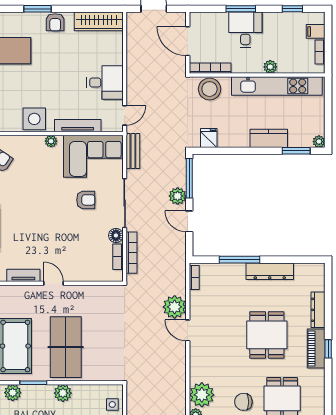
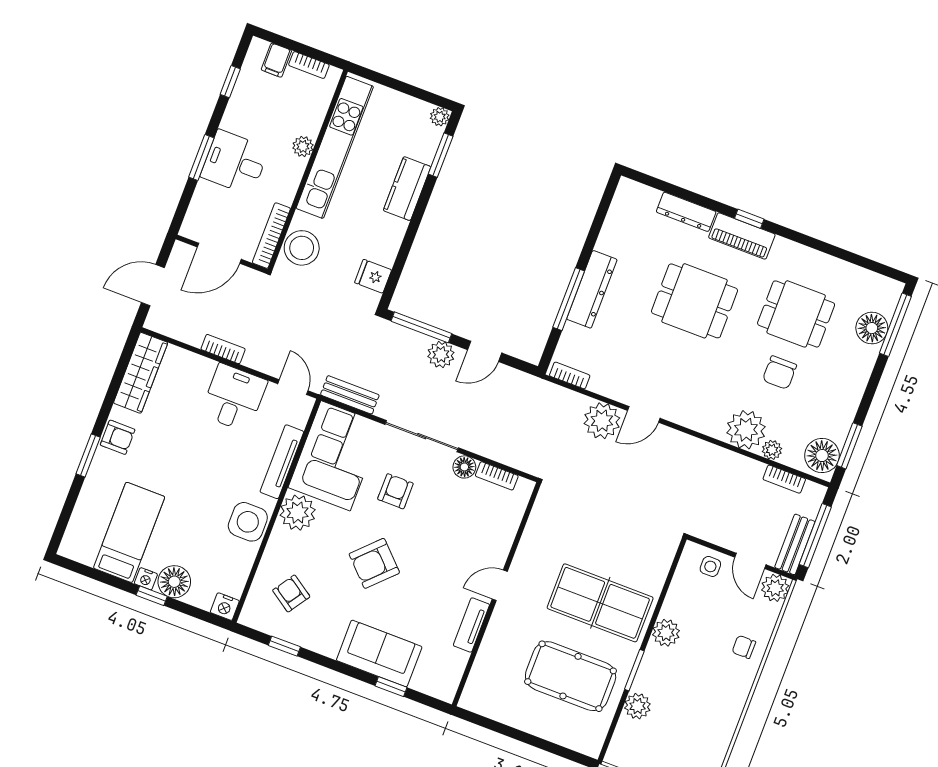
plant: (51, 141) -> (298, 513), width x1.87, depth x1.87
armchair: (38, 204) -> (374, 563), added
bookcase: (132, 253) -> (223, 349), moved, width x0.64
dresser: (270, 271) -> (592, 289), moved

